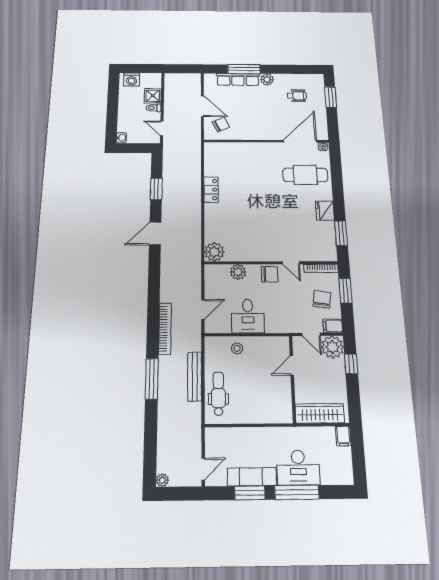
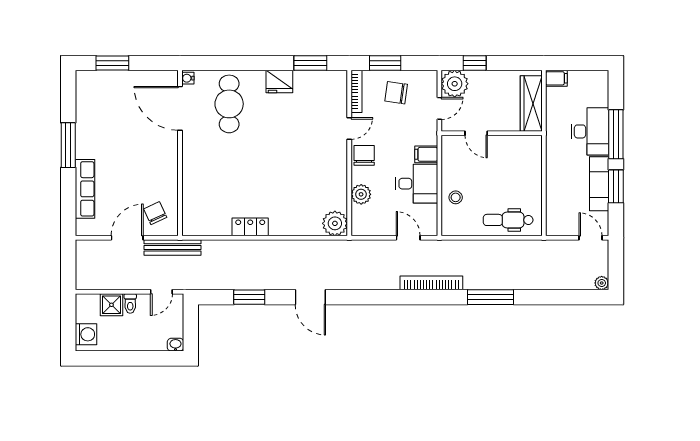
window: (244, 69) -> (68, 145), moved
plant: (267, 79) -> (85, 149), removed
wheelchair: (297, 96) -> (110, 109), removed
filing cabinet: (333, 326) -> (426, 154), moved, turned 90
bench: (195, 376) -> (173, 247), moved

